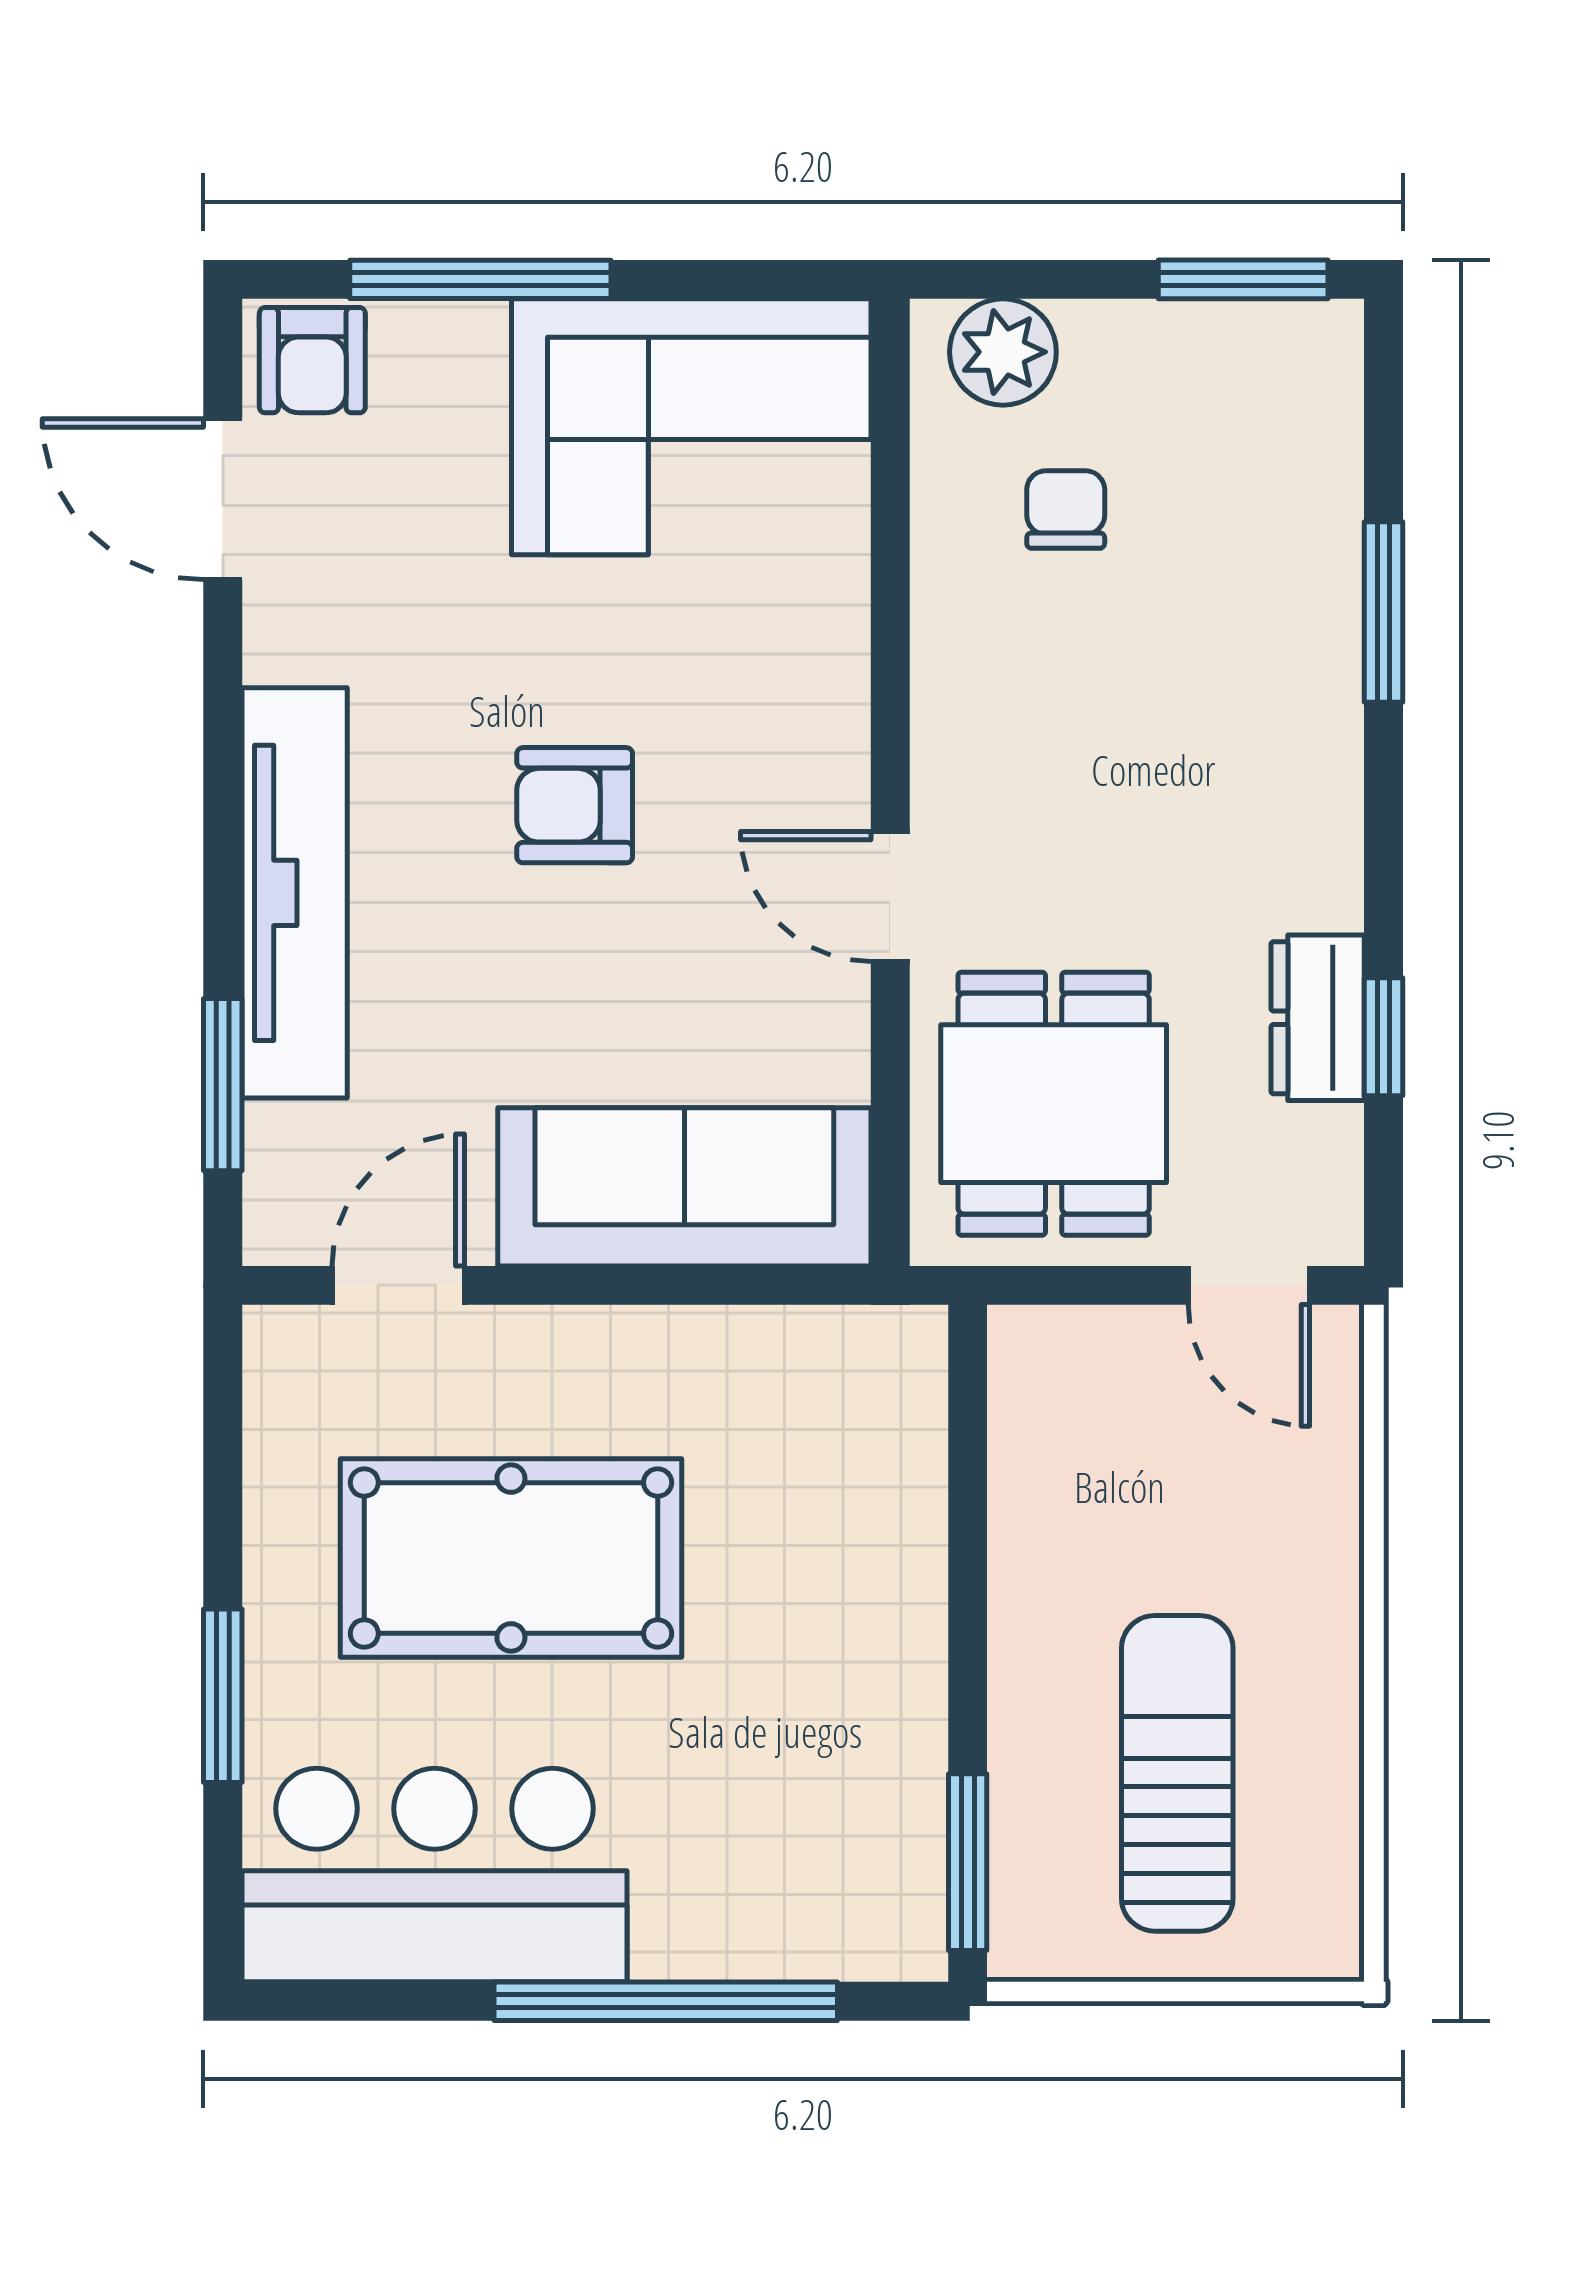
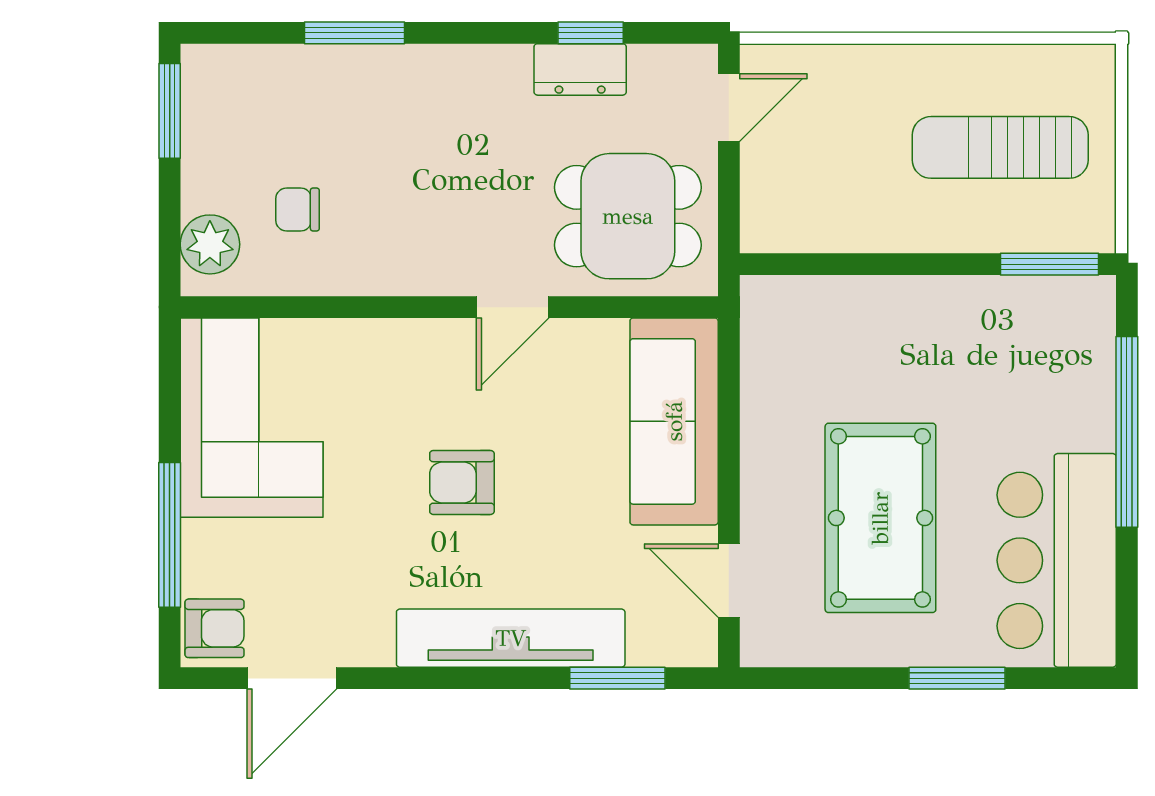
armchair: (575, 805) -> (462, 482), turned 90

